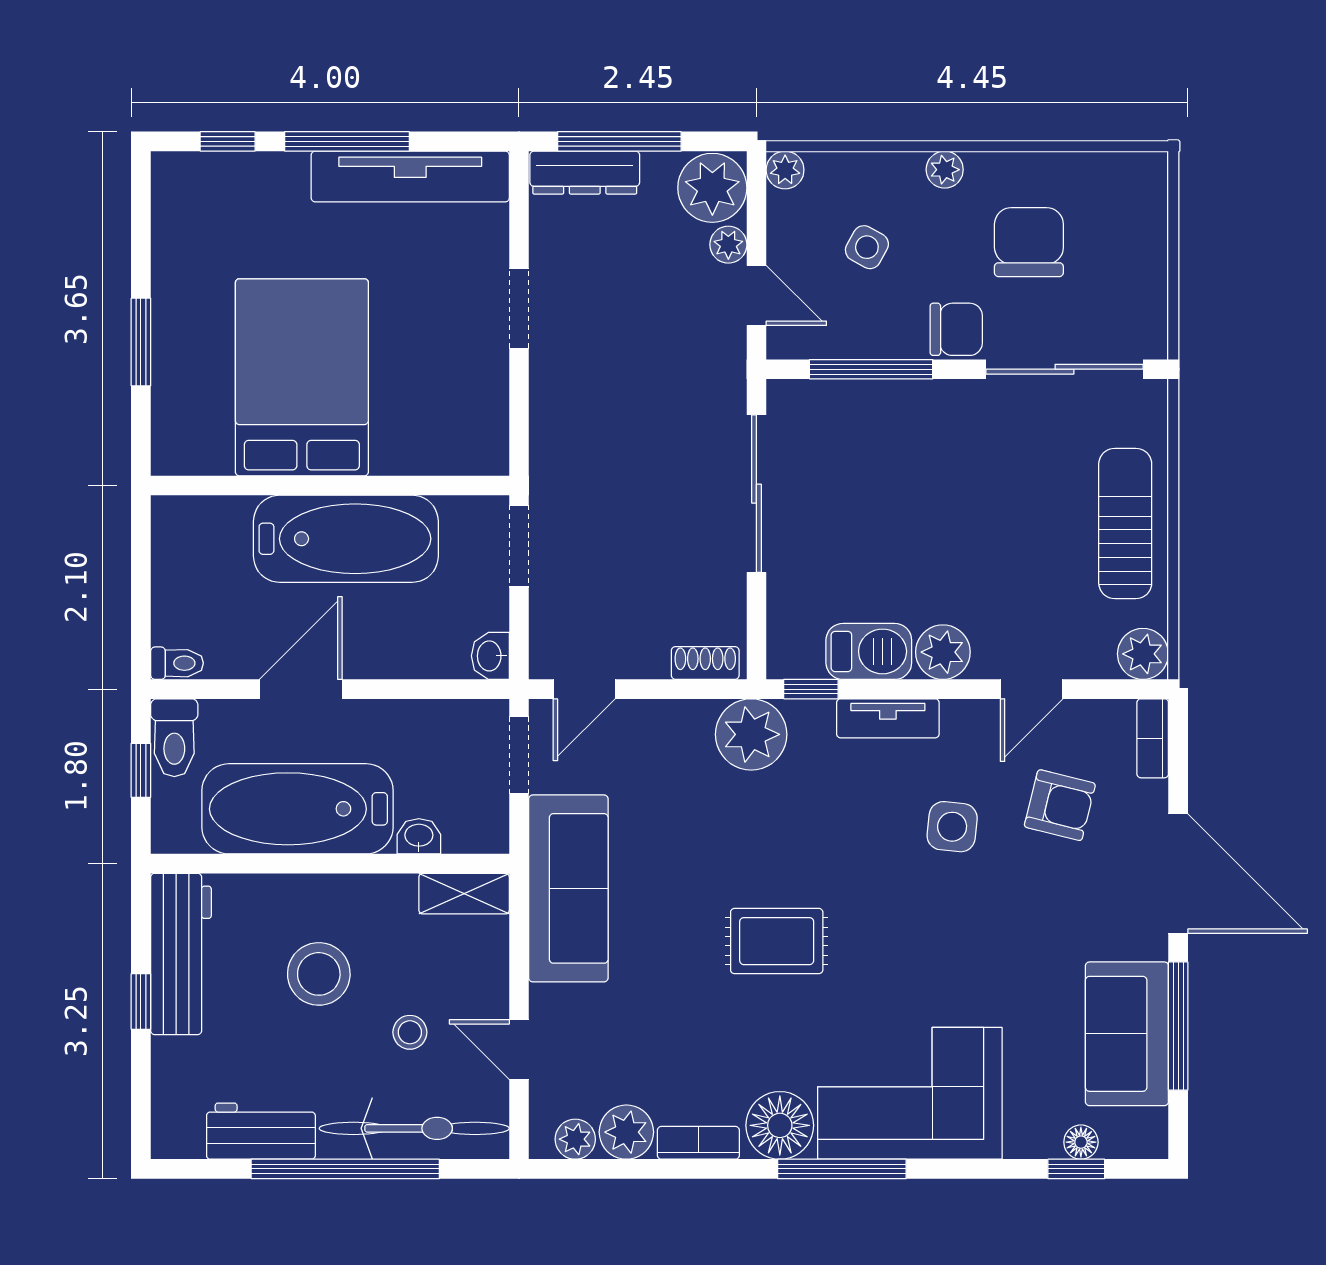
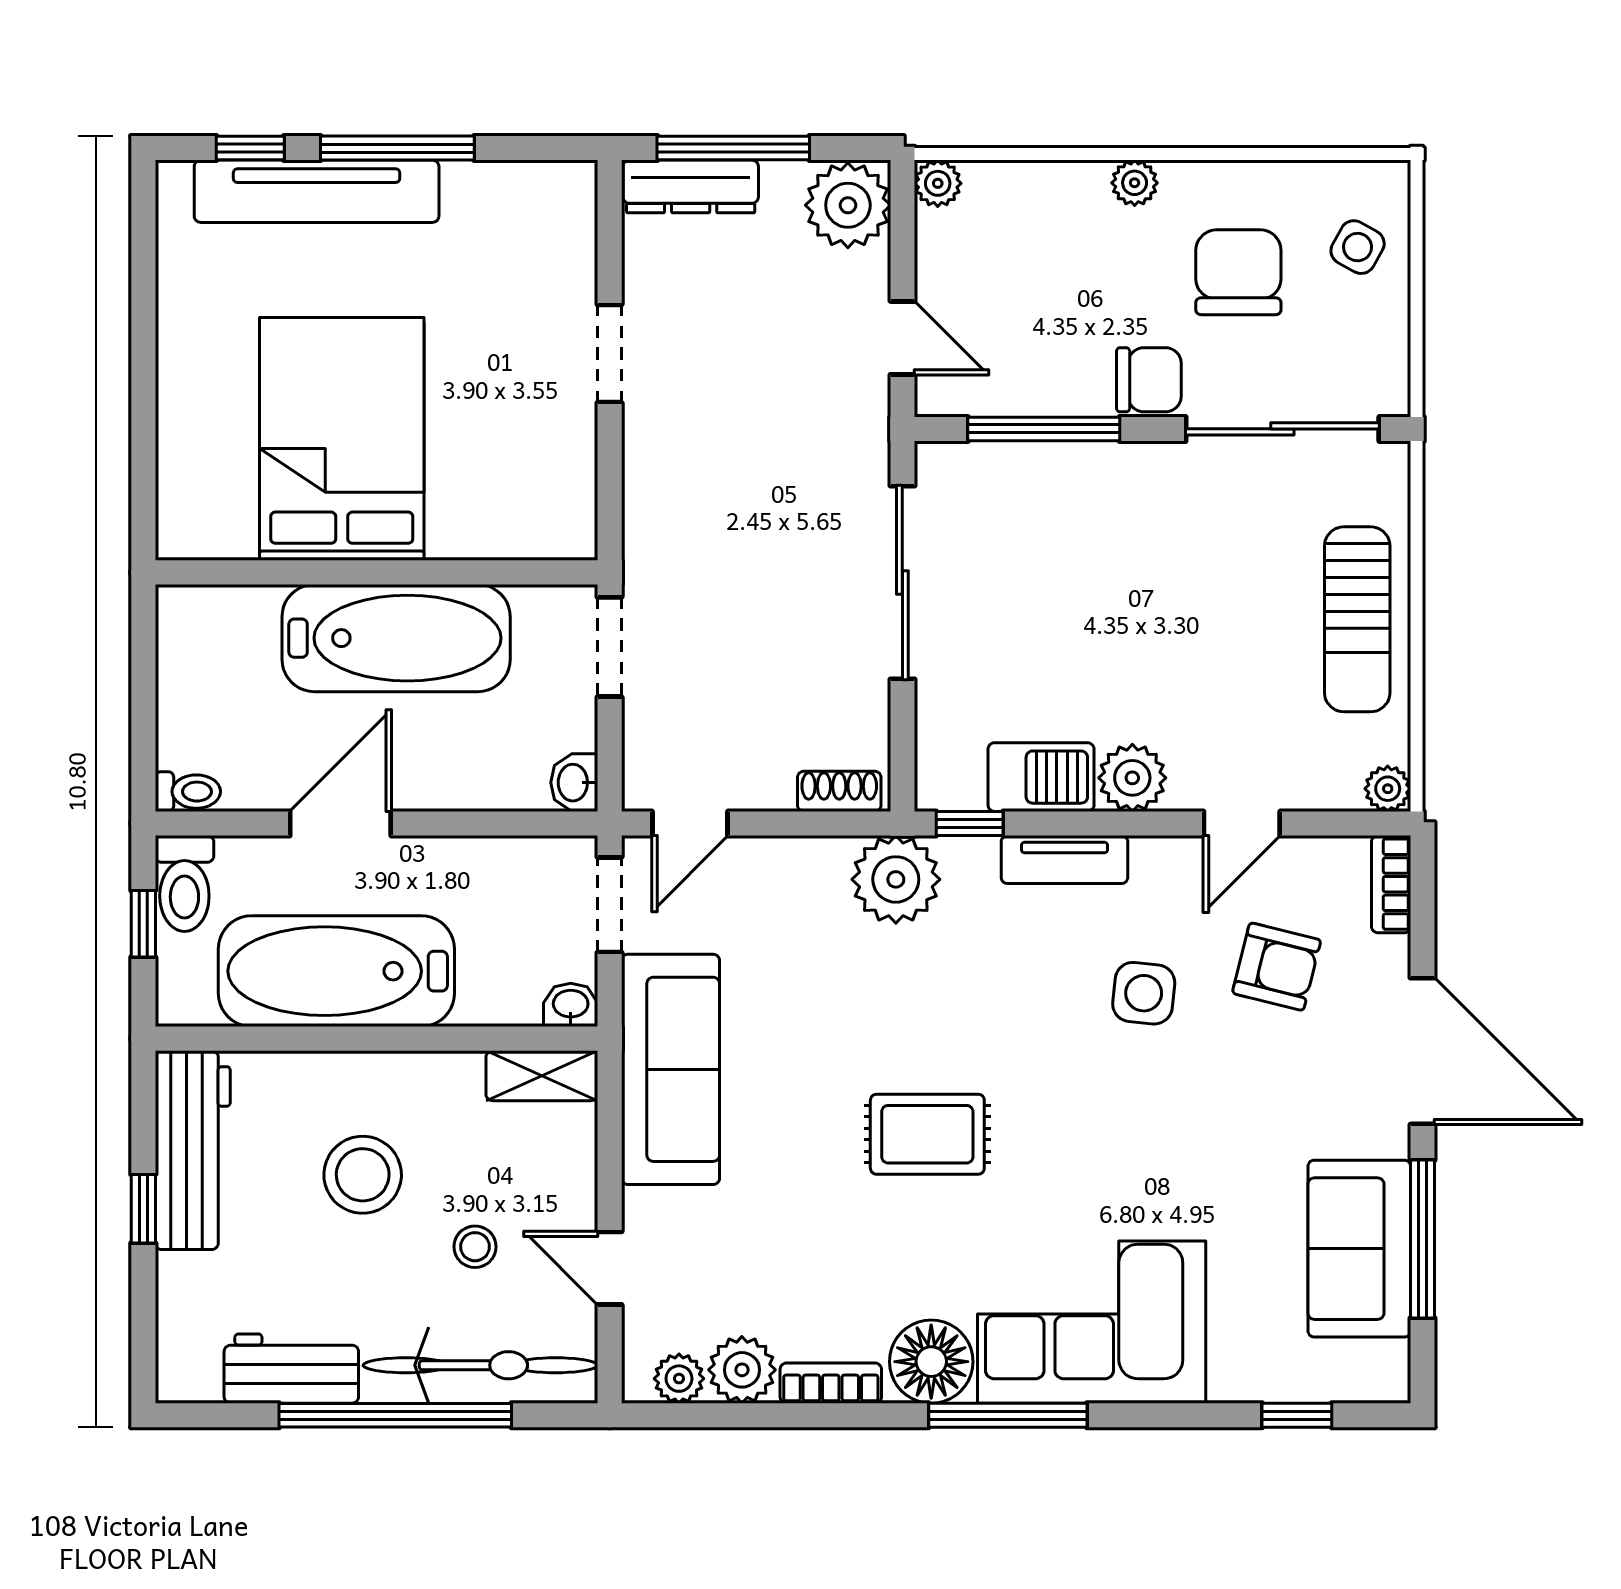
tv unit: (410, 176) -> (317, 191), moved
plant: (728, 245) -> (868, 275), removed
side table: (867, 247) -> (1358, 247), moved
window: (141, 342) -> (143, 395), removed
sun lounger: (1125, 524) -> (1357, 619), turned 180
plant: (1143, 654) -> (1388, 789), width x0.73, depth x0.73
washbasin: (419, 836) -> (571, 1005), moved
floor lamp: (1081, 1142) -> (1303, 1382), removed

